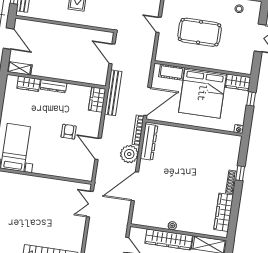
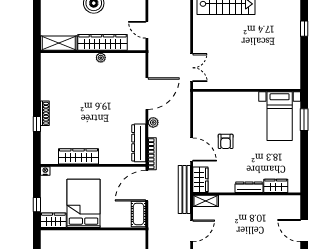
door: (112, 54) -> (192, 231), hinge flipped
shelving: (20, 68) -> (206, 201), moved
cot: (171, 72) -> (139, 214), moved, turned 90
bed: (202, 93) -> (84, 203), width x0.73
door: (98, 149) -> (192, 150), moved
plant: (129, 154) -> (153, 122), width x0.53, depth x0.53
wardrobe: (224, 212) -> (79, 156), moved, turned -90

